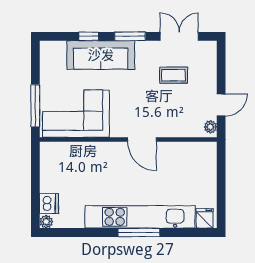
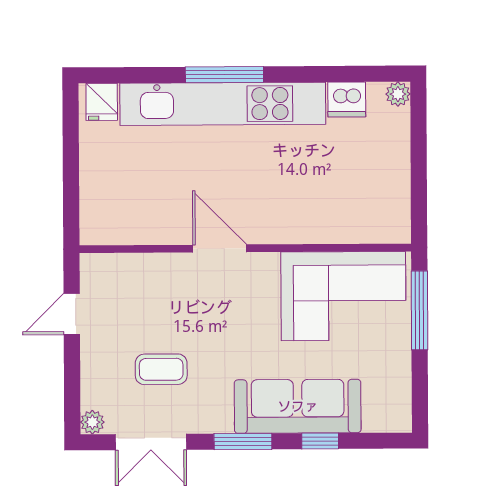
plant: (210, 127) -> (92, 422), moved
dishwasher: (49, 204) -> (347, 99), moved, turned -90

